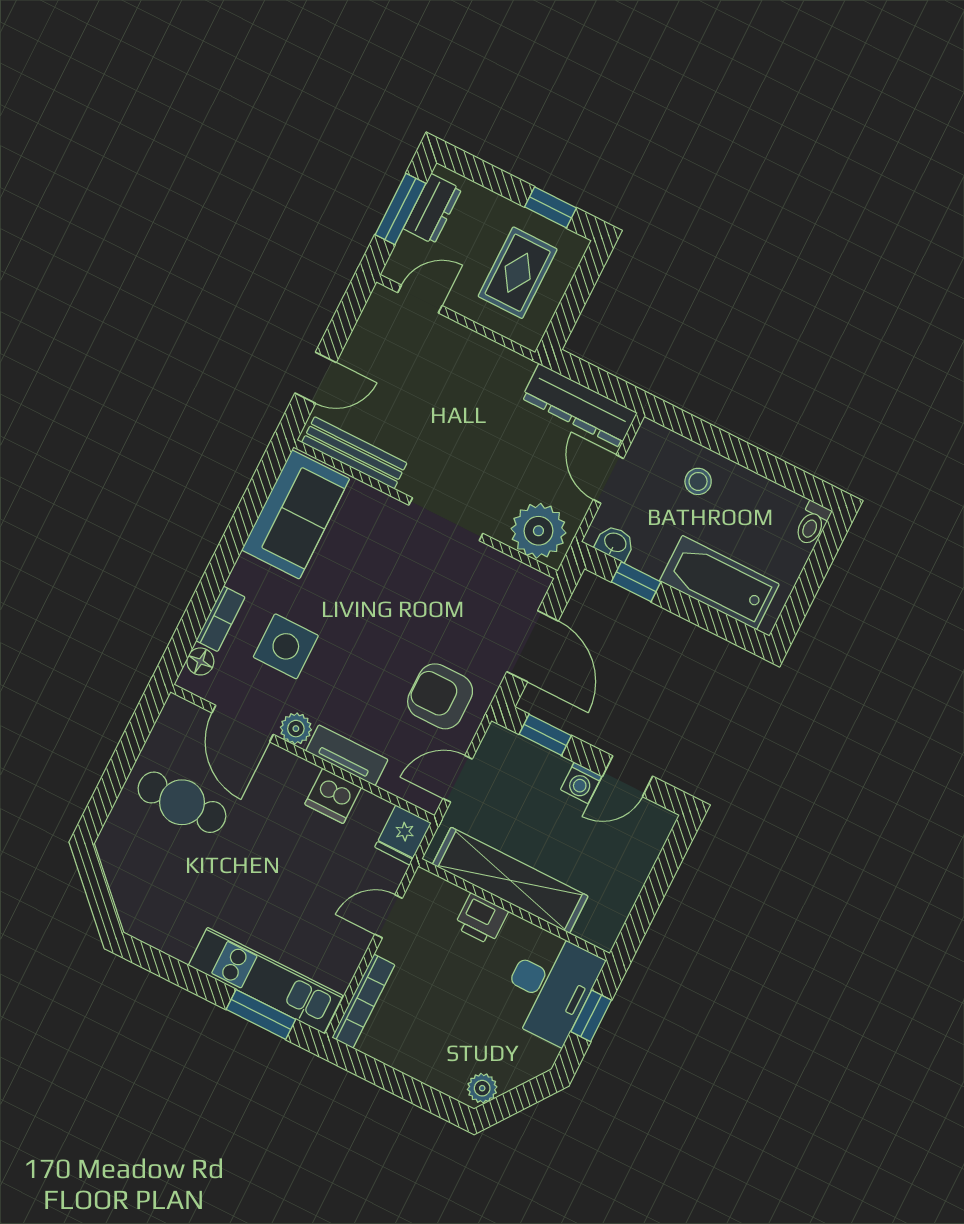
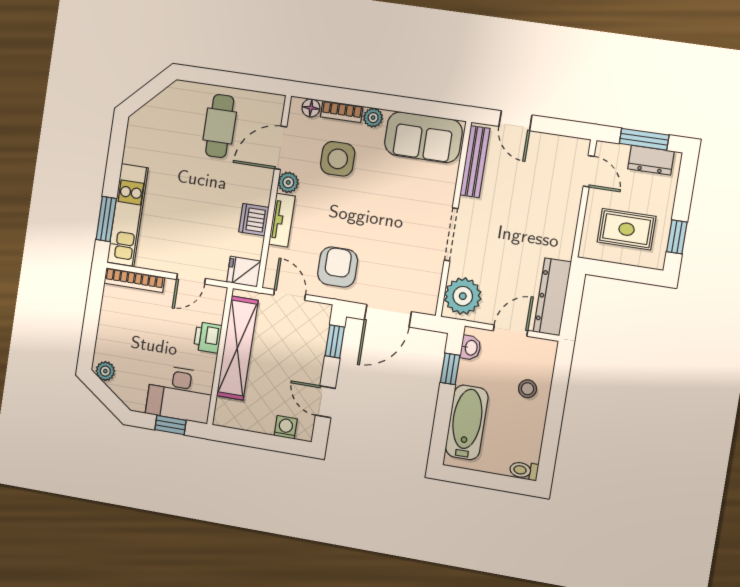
plant: (244, 577) -> (373, 118), added
washing machine: (581, 783) -> (286, 427), moved, turned 90
door: (389, 916) -> (191, 279), swing flipped

